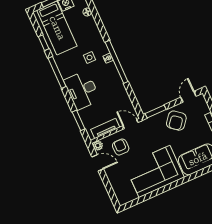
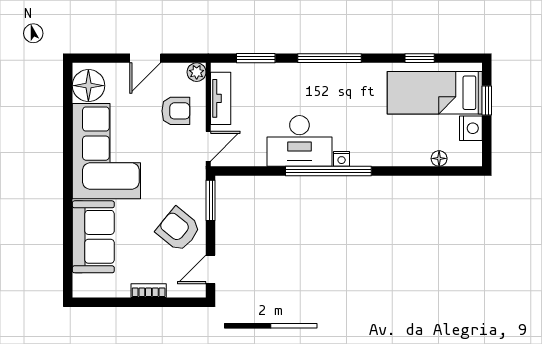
side table: (89, 57) -> (357, 127), removed
window: (57, 72) -> (330, 58), moved
desk: (82, 90) -> (299, 141), moved, turned 180
door: (188, 97) -> (211, 269), swing flipped
door: (98, 163) -> (145, 58), moved
floor lamp: (127, 194) -> (88, 86), added

